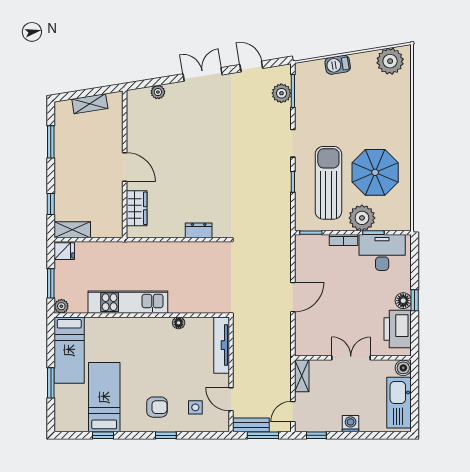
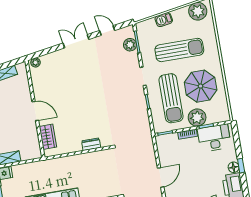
plant: (158, 92) -> (36, 62), moved
sun lounger: (353, 114) -> (179, 50), added
sun lounger: (328, 183) -> (171, 98), turned 180

